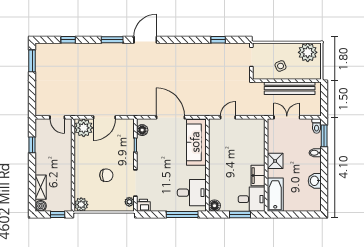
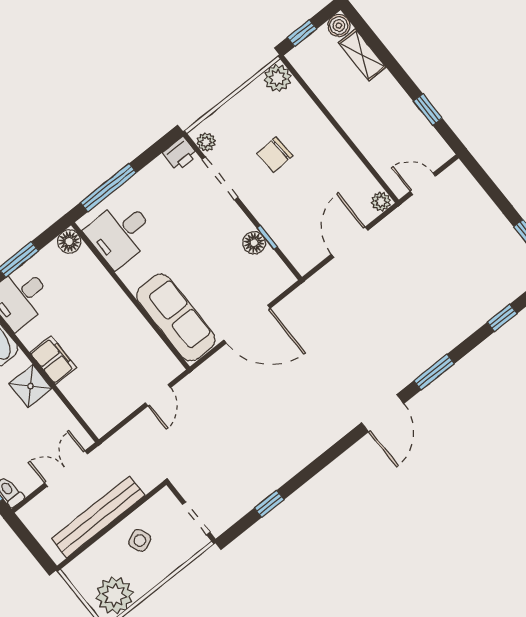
double door: (287, 117) -> (66, 468), swing flipped
plant: (84, 128) -> (381, 202), width x0.53, depth x0.53
floor lamp: (142, 130) -> (254, 243), moved
filing cabinet: (258, 176) -> (53, 360), moved

